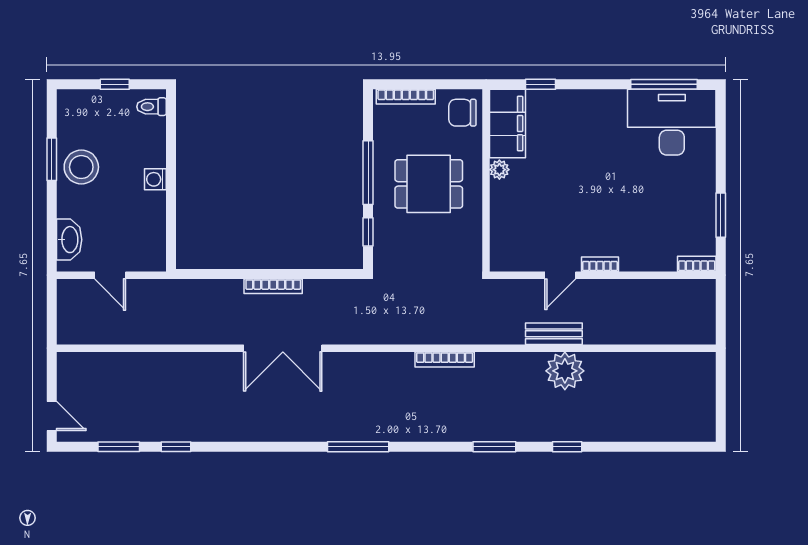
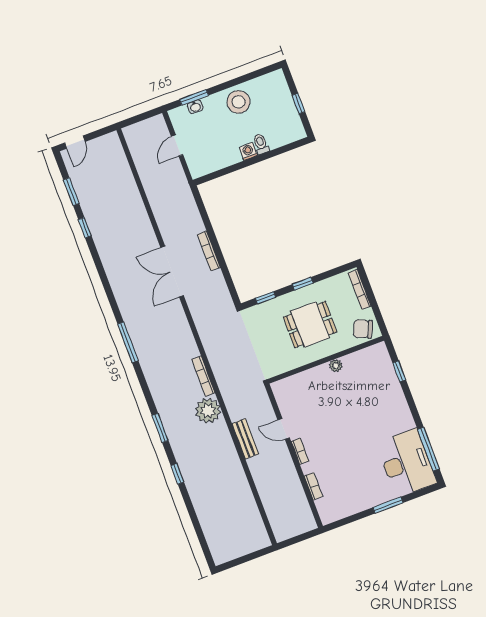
toilet: (152, 107) -> (261, 144), moved
chair: (462, 113) -> (363, 329), turned -66
filing cabinet: (508, 124) -> (367, 360), removed
window: (52, 159) -> (194, 97), moved
window: (368, 173) -> (303, 284), width x0.46
dining table: (429, 184) -> (310, 325), turned 90
window: (721, 215) -> (388, 505), moved
washbasin: (69, 240) -> (195, 107), width x0.52, depth x0.69
bookcase: (697, 264) -> (313, 486), moved
plant: (565, 371) -> (208, 411), moved

